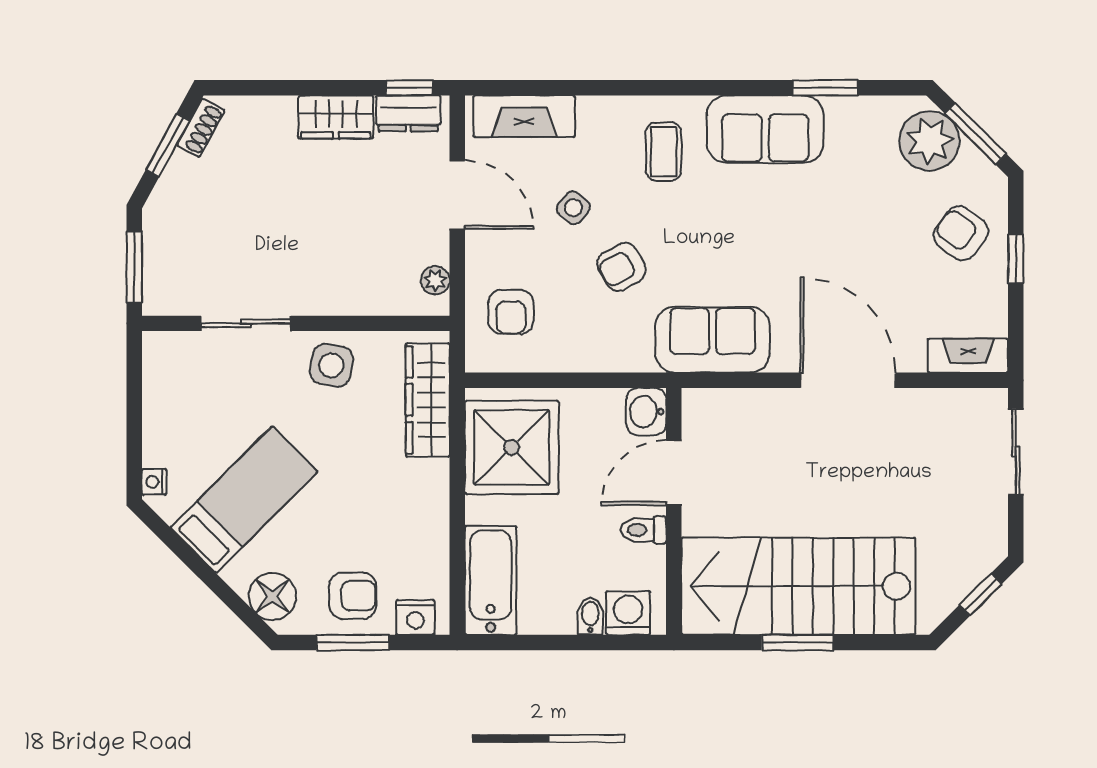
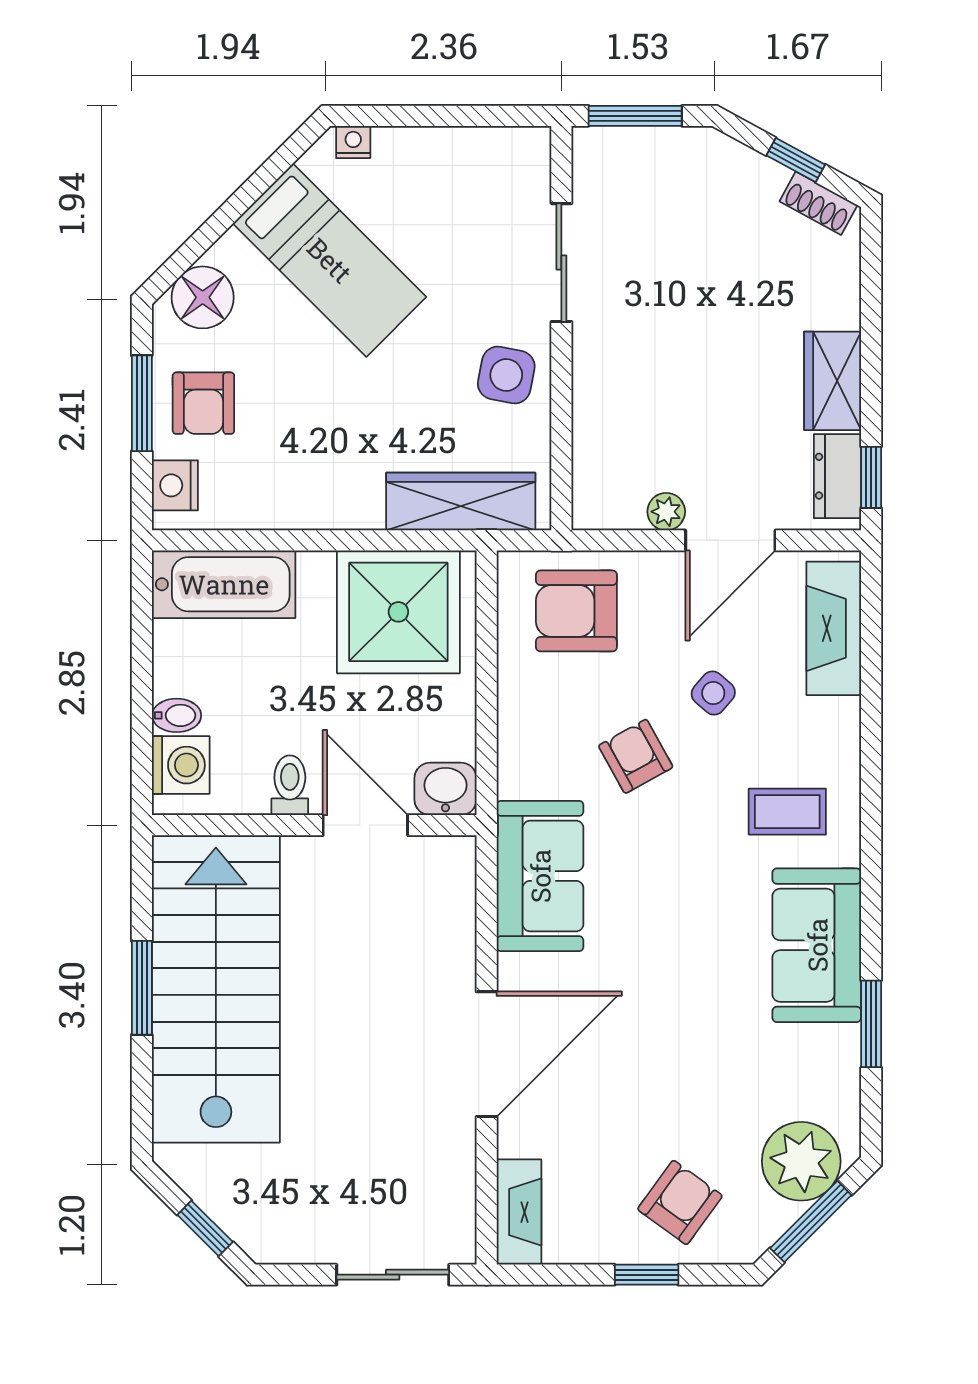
window: (168, 145) -> (796, 160), width x0.67
plant: (435, 280) -> (666, 512), moved
armchair: (511, 312) -> (576, 611), width x1.38, depth x1.38

